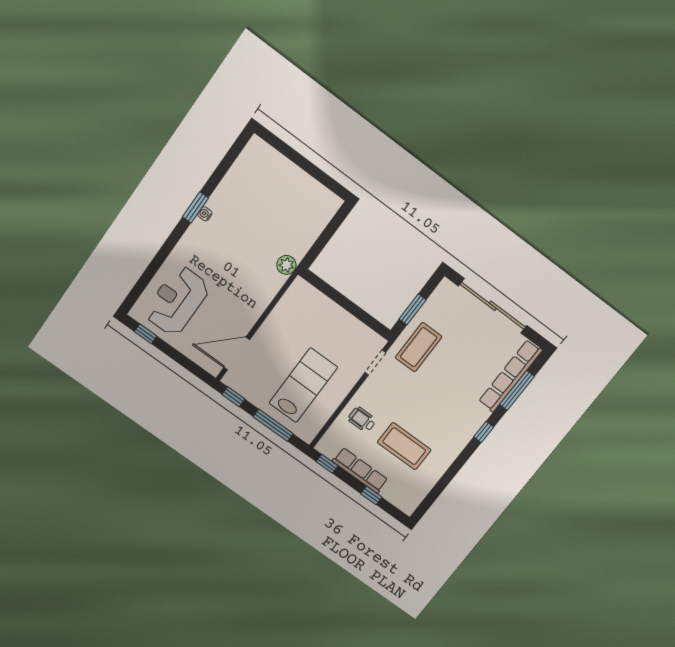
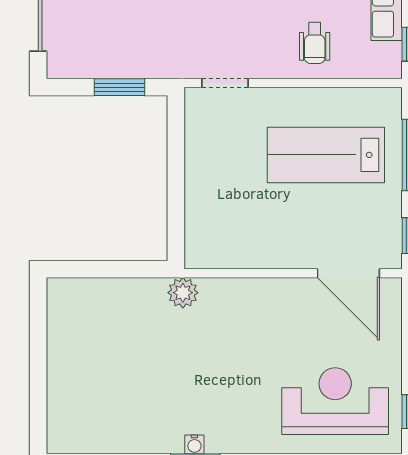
reception desk: (177, 301) -> (335, 401), turned 180
coffee table: (419, 347) -> (163, 42), removed

